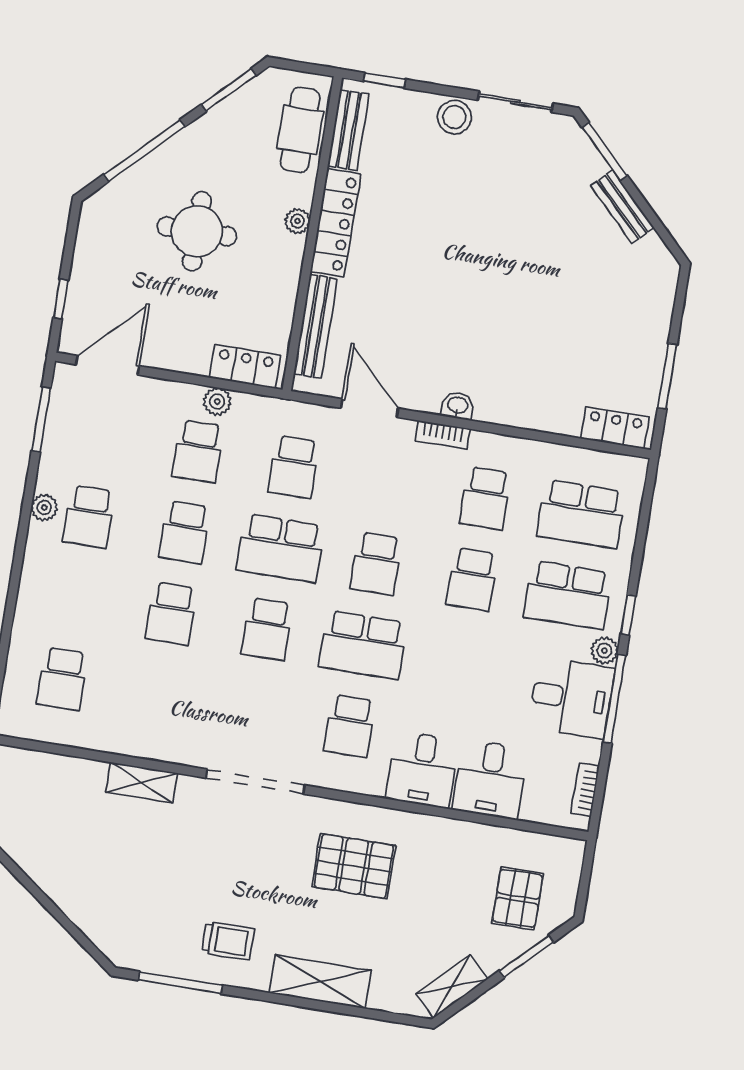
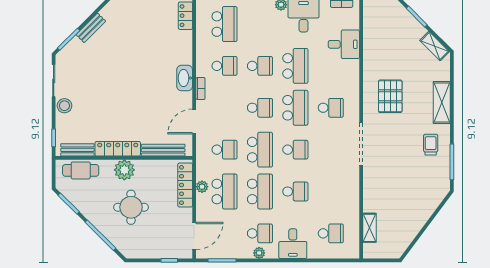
plant: (297, 221) -> (124, 170), width x1.87, depth x1.87
door: (108, 365) -> (194, 236), swing flipped
locker: (245, 366) -> (185, 185), width x1.53
washbasin: (458, 406) -> (185, 78), width x1.91, depth x1.45
school desk: (198, 451) -> (225, 191), width x1.85
school desk: (185, 532) -> (260, 191), width x1.85
school desk: (568, 595) -> (295, 66), moved
desk: (422, 770) -> (293, 244), moved, turned 90
shelving: (142, 783) -> (369, 228), moved
pallet: (518, 898) -> (393, 24), removed

